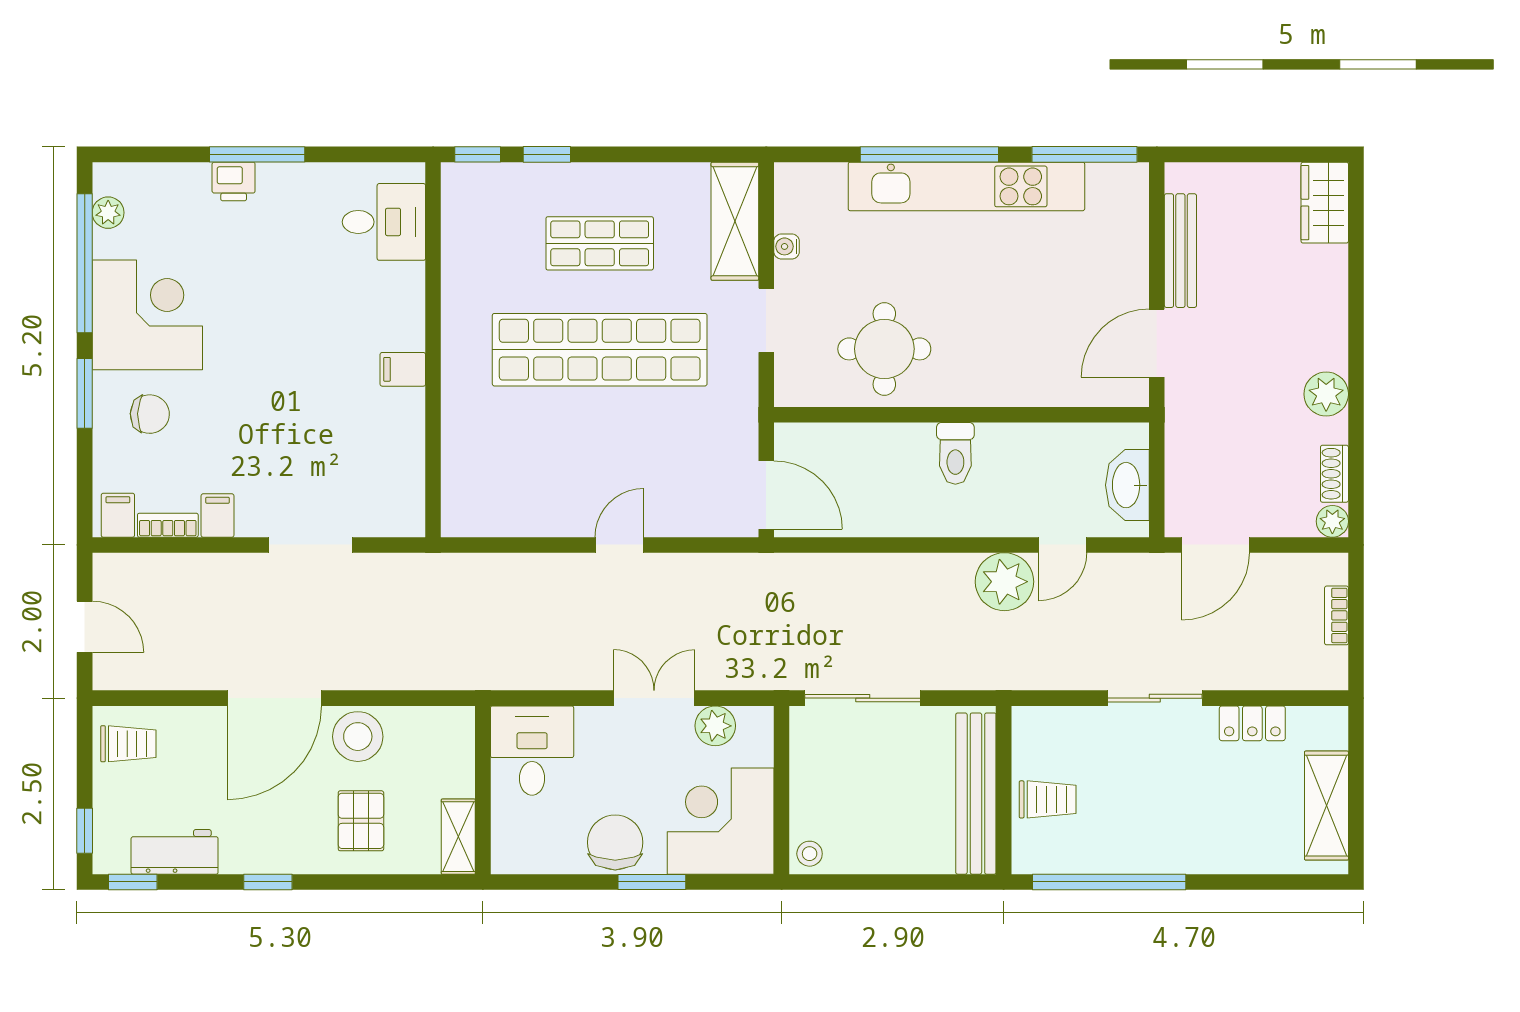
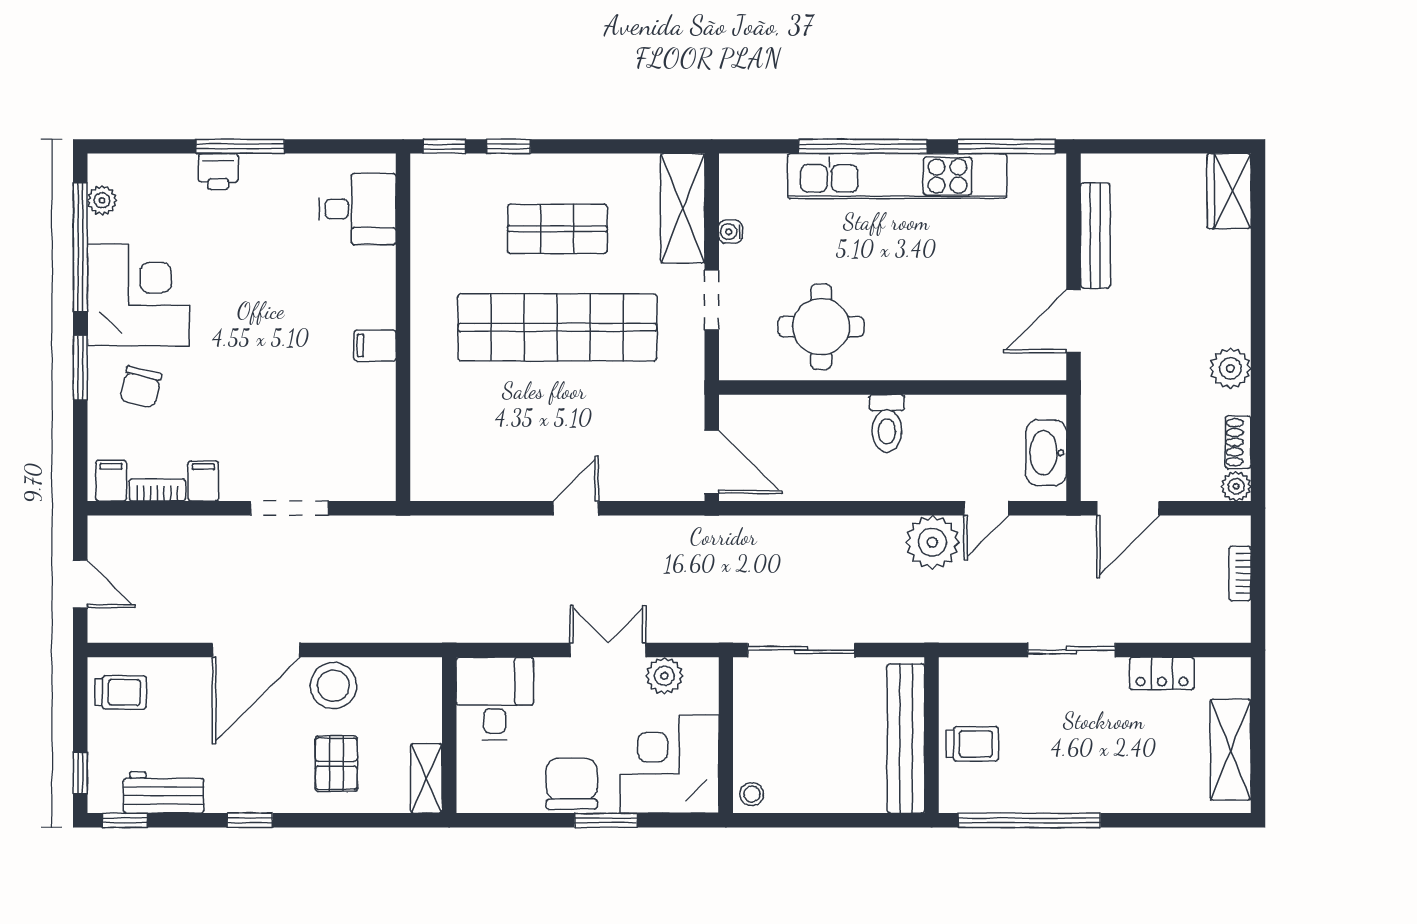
chair: (150, 414) -> (141, 387), turned 101

